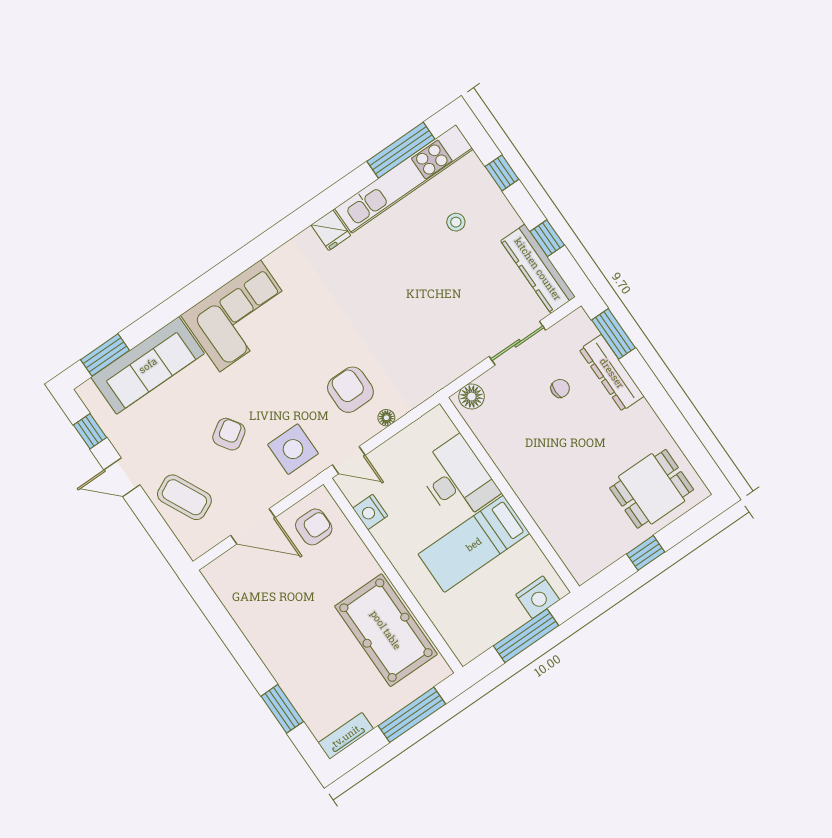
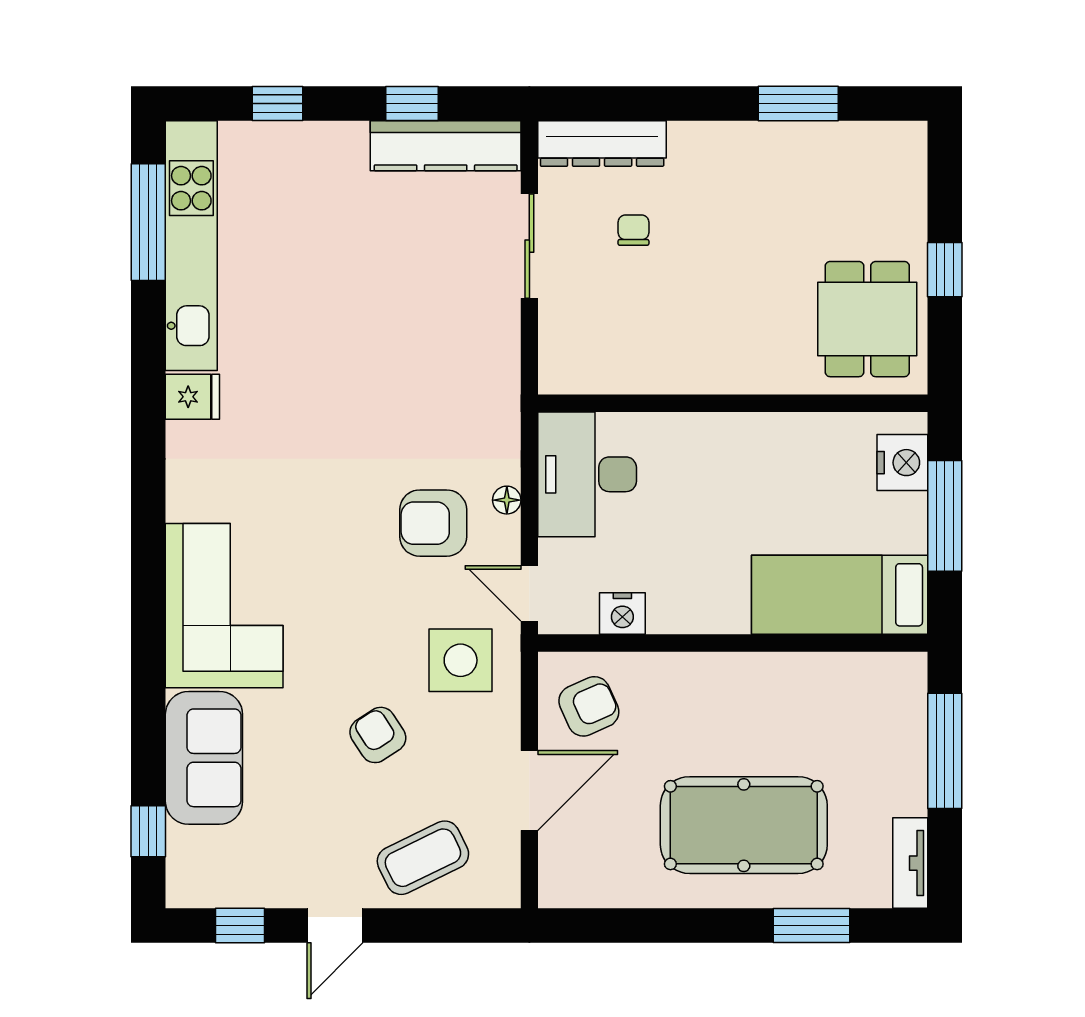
stool: (456, 222) -> (302, 215), removed
window: (613, 334) -> (798, 104), moved
window: (105, 355) -> (148, 831), width x0.67
sofa: (148, 365) -> (204, 758), width x0.73
dresser: (612, 373) -> (602, 144), moved
floor lamp: (472, 397) -> (559, 361), removed
door: (349, 460) -> (529, 593), swing flipped
desk: (457, 479) -> (587, 474), moved, turned -90
dining table: (652, 489) -> (867, 319), moved
armchair: (314, 527) -> (589, 706), turned 66
bed: (474, 544) -> (840, 595), moved, turned 90
pool table: (386, 630) -> (744, 825), moved

